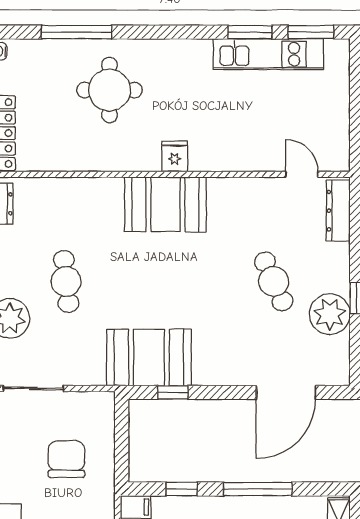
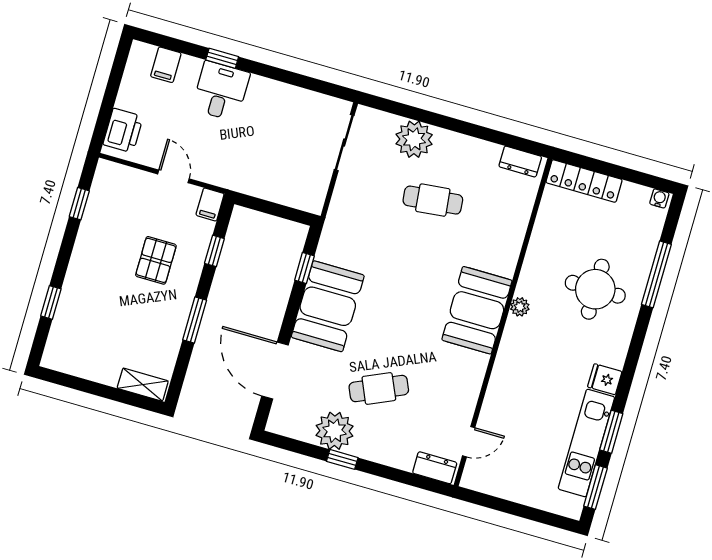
fridge: (175, 156) -> (605, 379), moved, turned 180
plant: (149, 162) -> (520, 307), added
dresser: (338, 211) -> (435, 468), width x0.70
booth: (149, 357) -> (328, 306), moved
chair: (66, 459) -> (271, 154), removed
window: (258, 489) -> (195, 320), width x0.69

